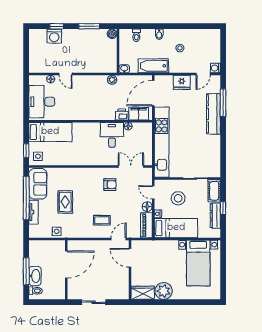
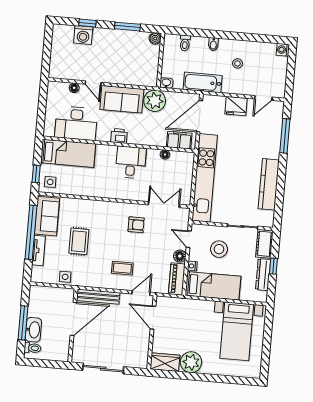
washing machine: (215, 68) -> (283, 50), moved
plant: (112, 80) -> (155, 101), width x1.88, depth x1.88
sofa: (90, 85) -> (122, 99), added
desk: (42, 102) -> (76, 123), moved, turned -90
kitchen counter: (213, 114) -> (269, 184), moved
printer: (122, 115) -> (119, 136), moved
desk: (112, 135) -> (131, 162), moved
bench: (85, 245) -> (98, 297), added
sliding door: (94, 302) -> (103, 369), width x1.37

